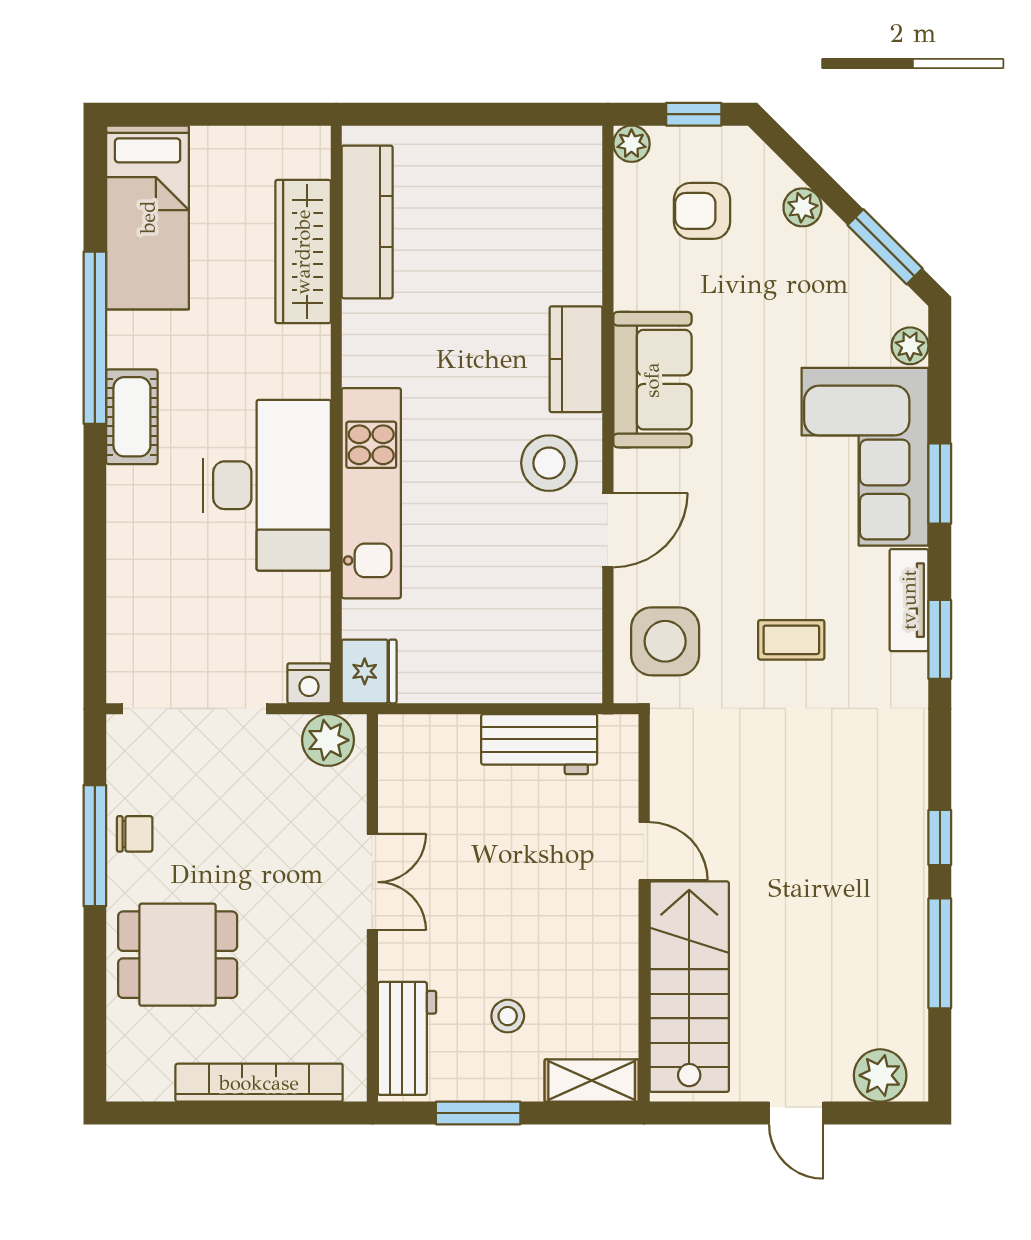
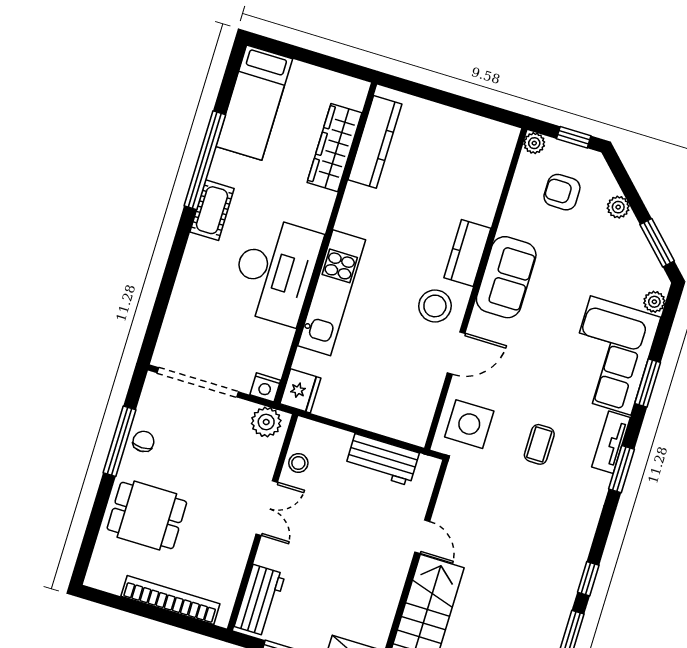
coffee table: (791, 640) -> (539, 444), turned 90
chair: (135, 834) -> (143, 441), turned -90
stool: (508, 1016) -> (298, 463), moved

